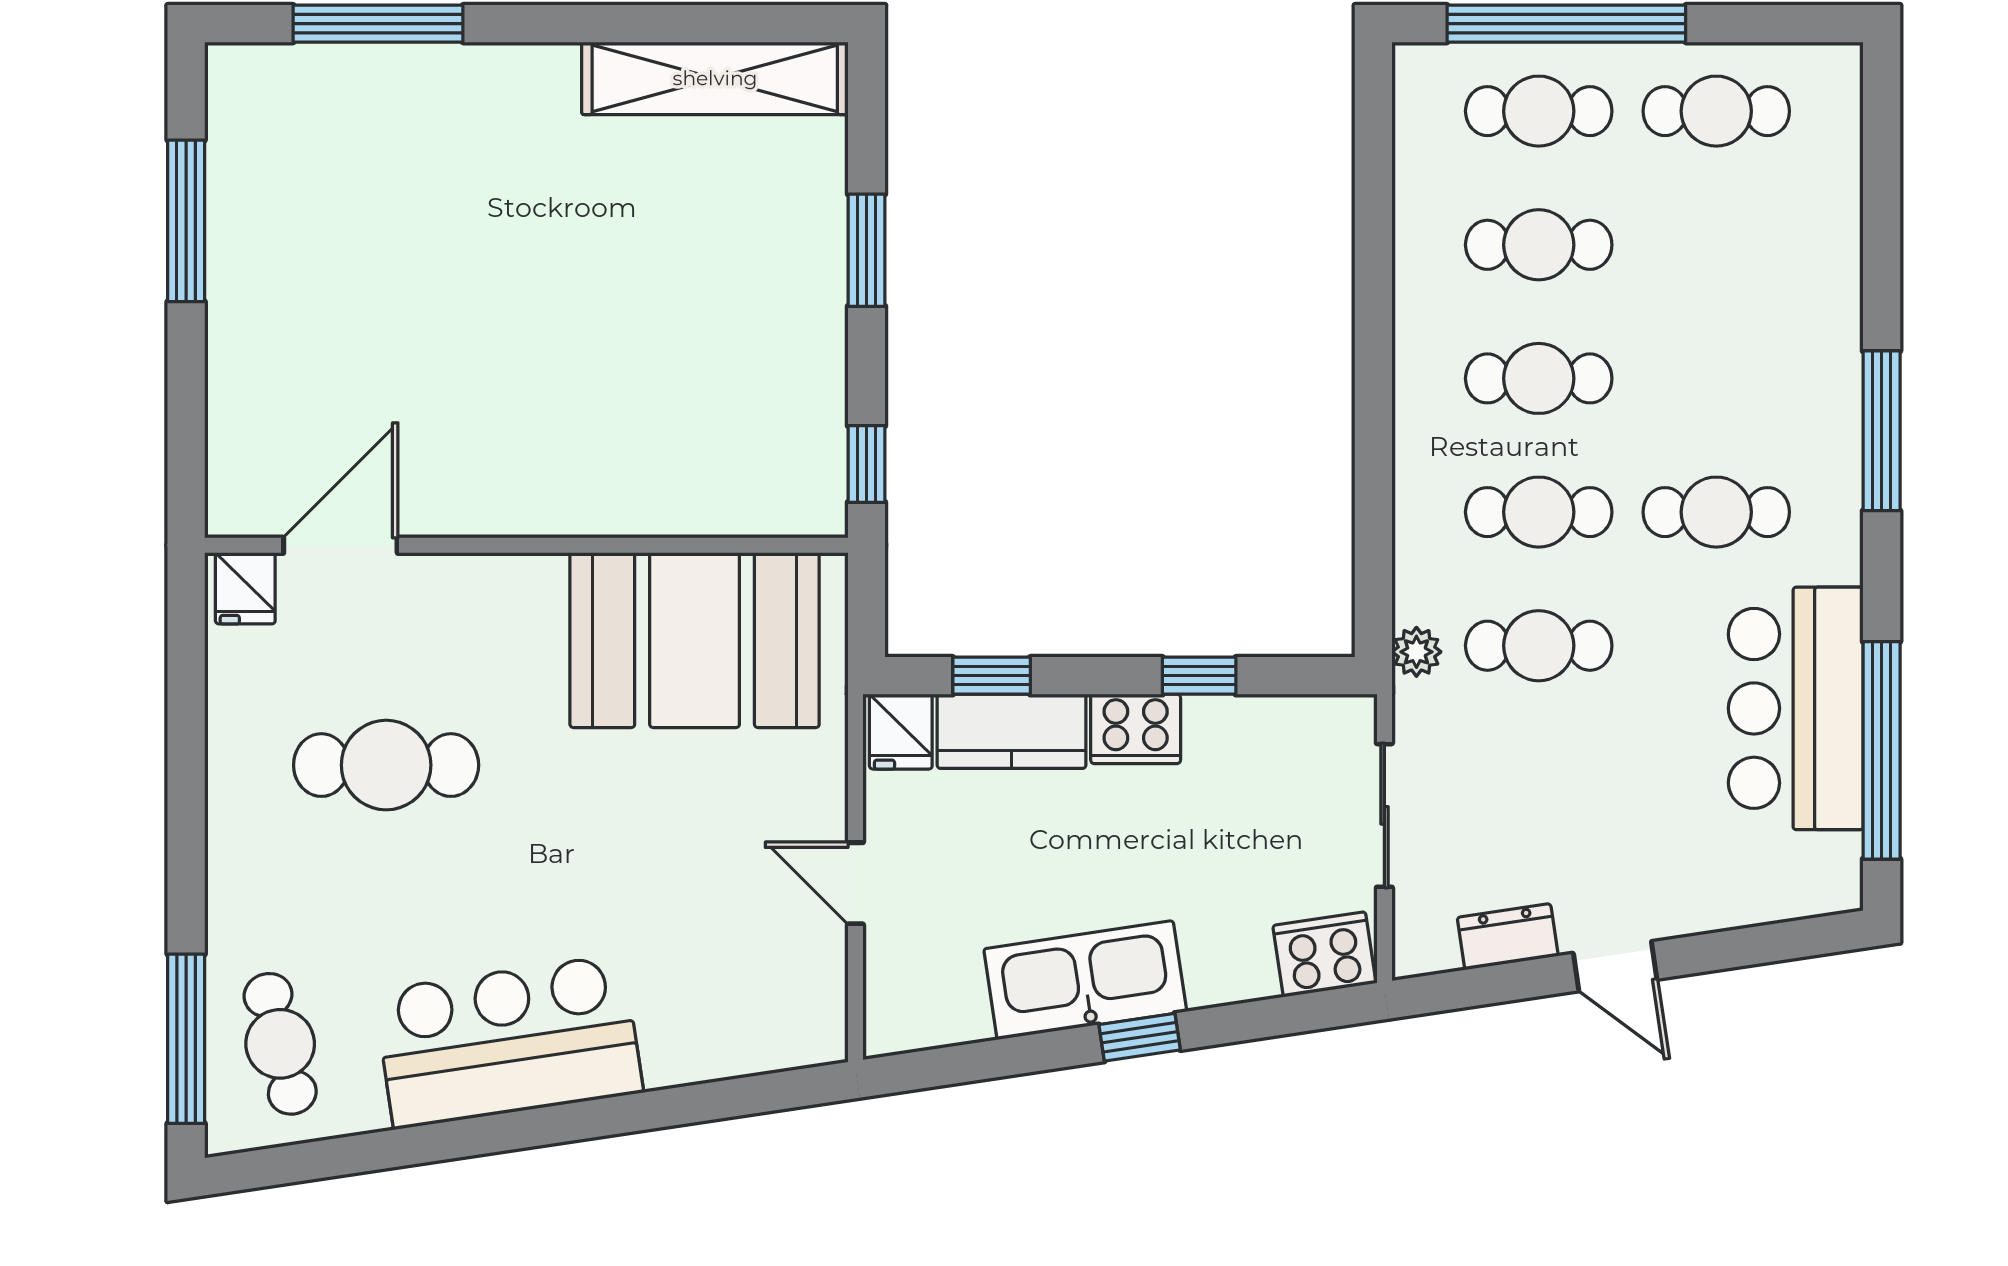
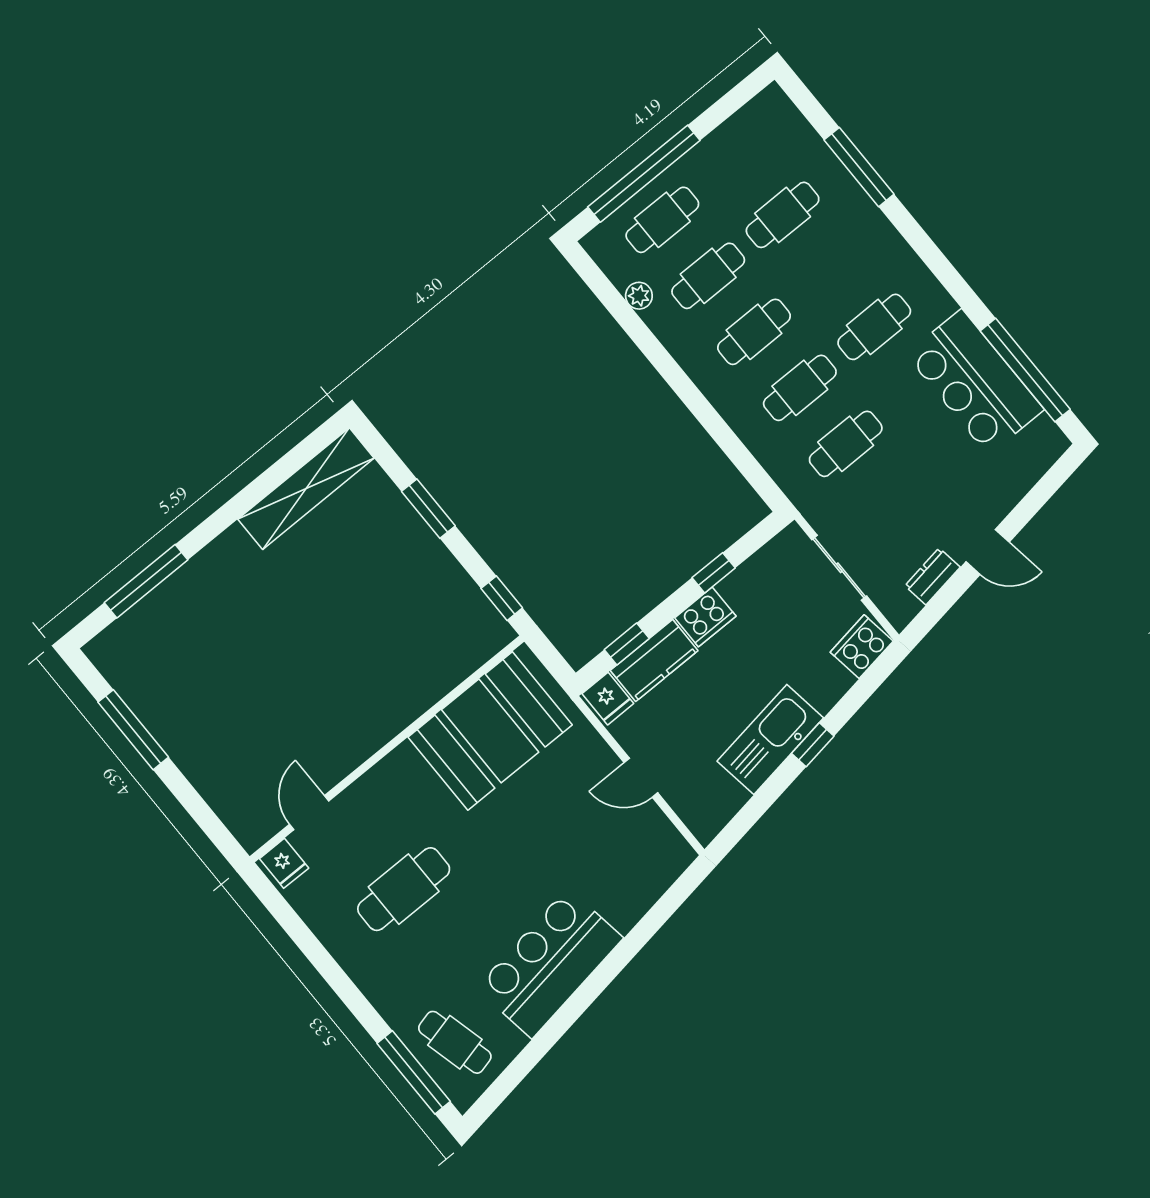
cafe table: (1716, 111) -> (783, 215), moved
window: (1882, 431) -> (859, 167), moved
door: (340, 545) -> (309, 813), width x0.73
plant: (1416, 652) -> (639, 296), moved

